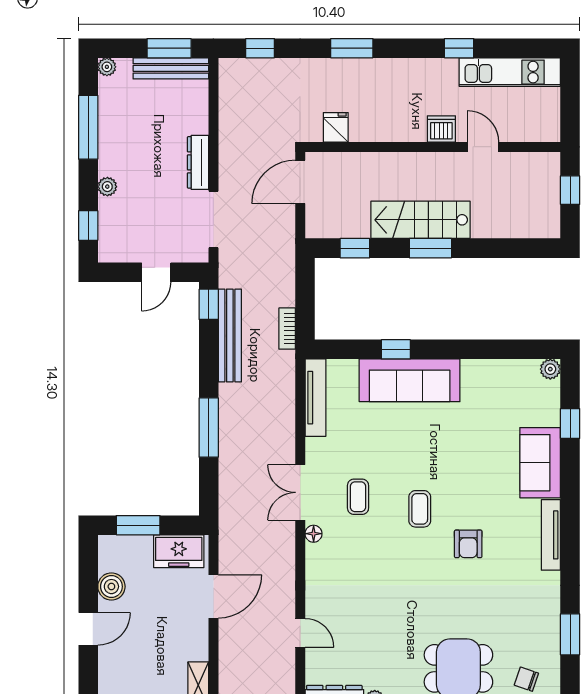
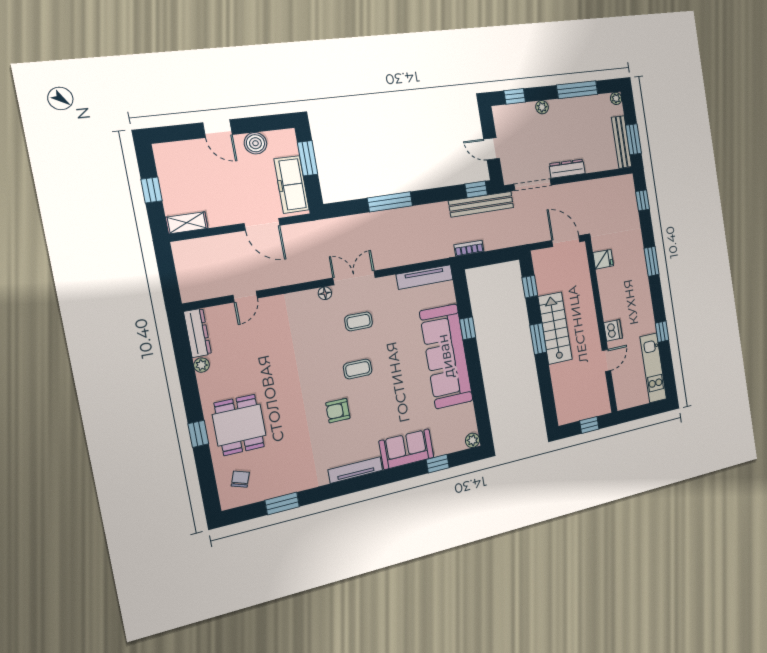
bench: (230, 336) -> (481, 204), moved
sofa: (410, 380) -> (446, 356), width x1.36, depth x1.27
freezer: (179, 551) -> (292, 185), width x1.40

